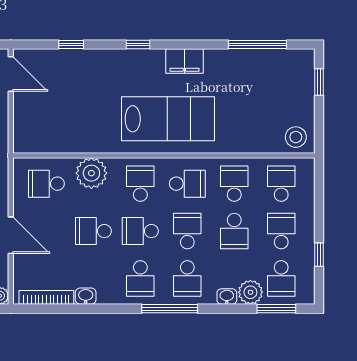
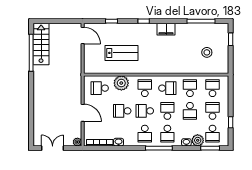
lab bench: (168, 119) -> (122, 53), moved, width x0.73, depth x0.72
stool: (296, 137) -> (207, 52), moved

